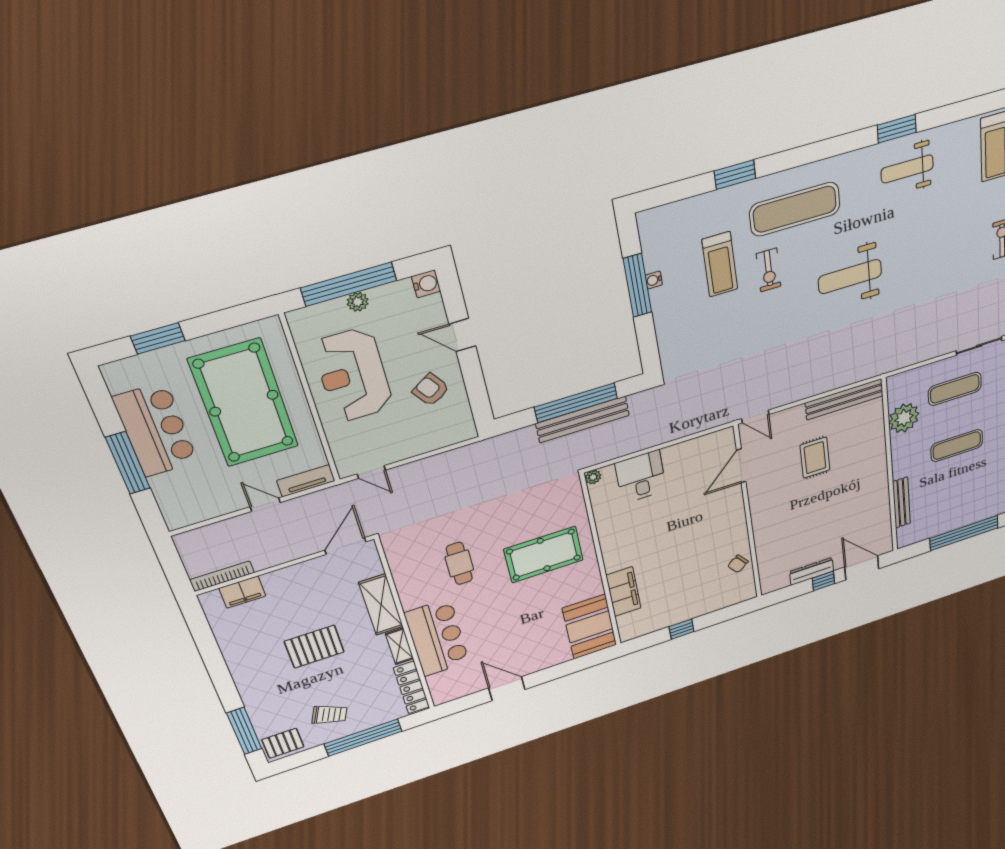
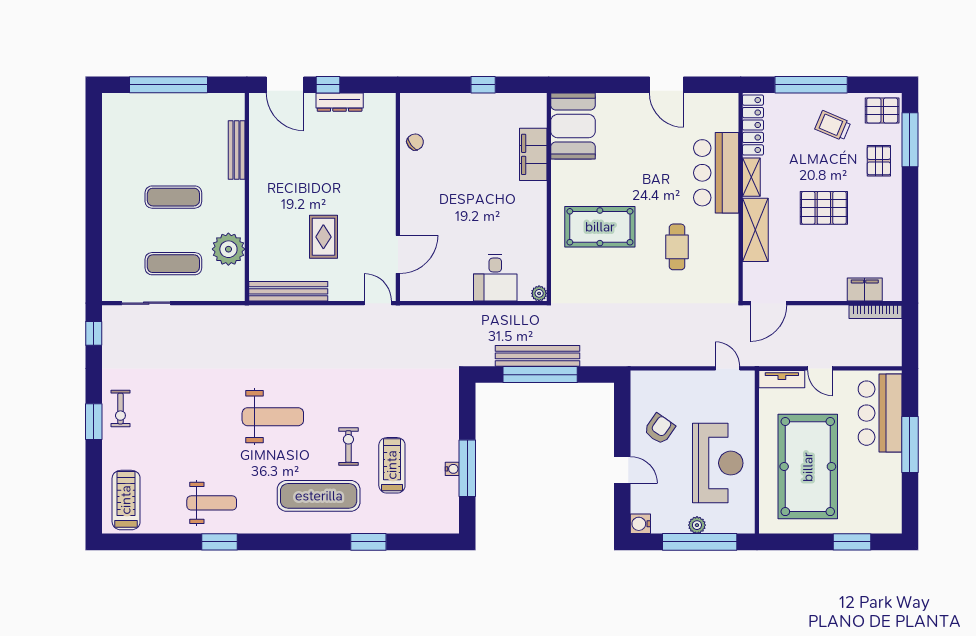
armchair: (431, 390) -> (660, 429), turned -111
bar counter: (155, 430) -> (880, 413), moved
pallet: (270, 704) -> (879, 161), added

